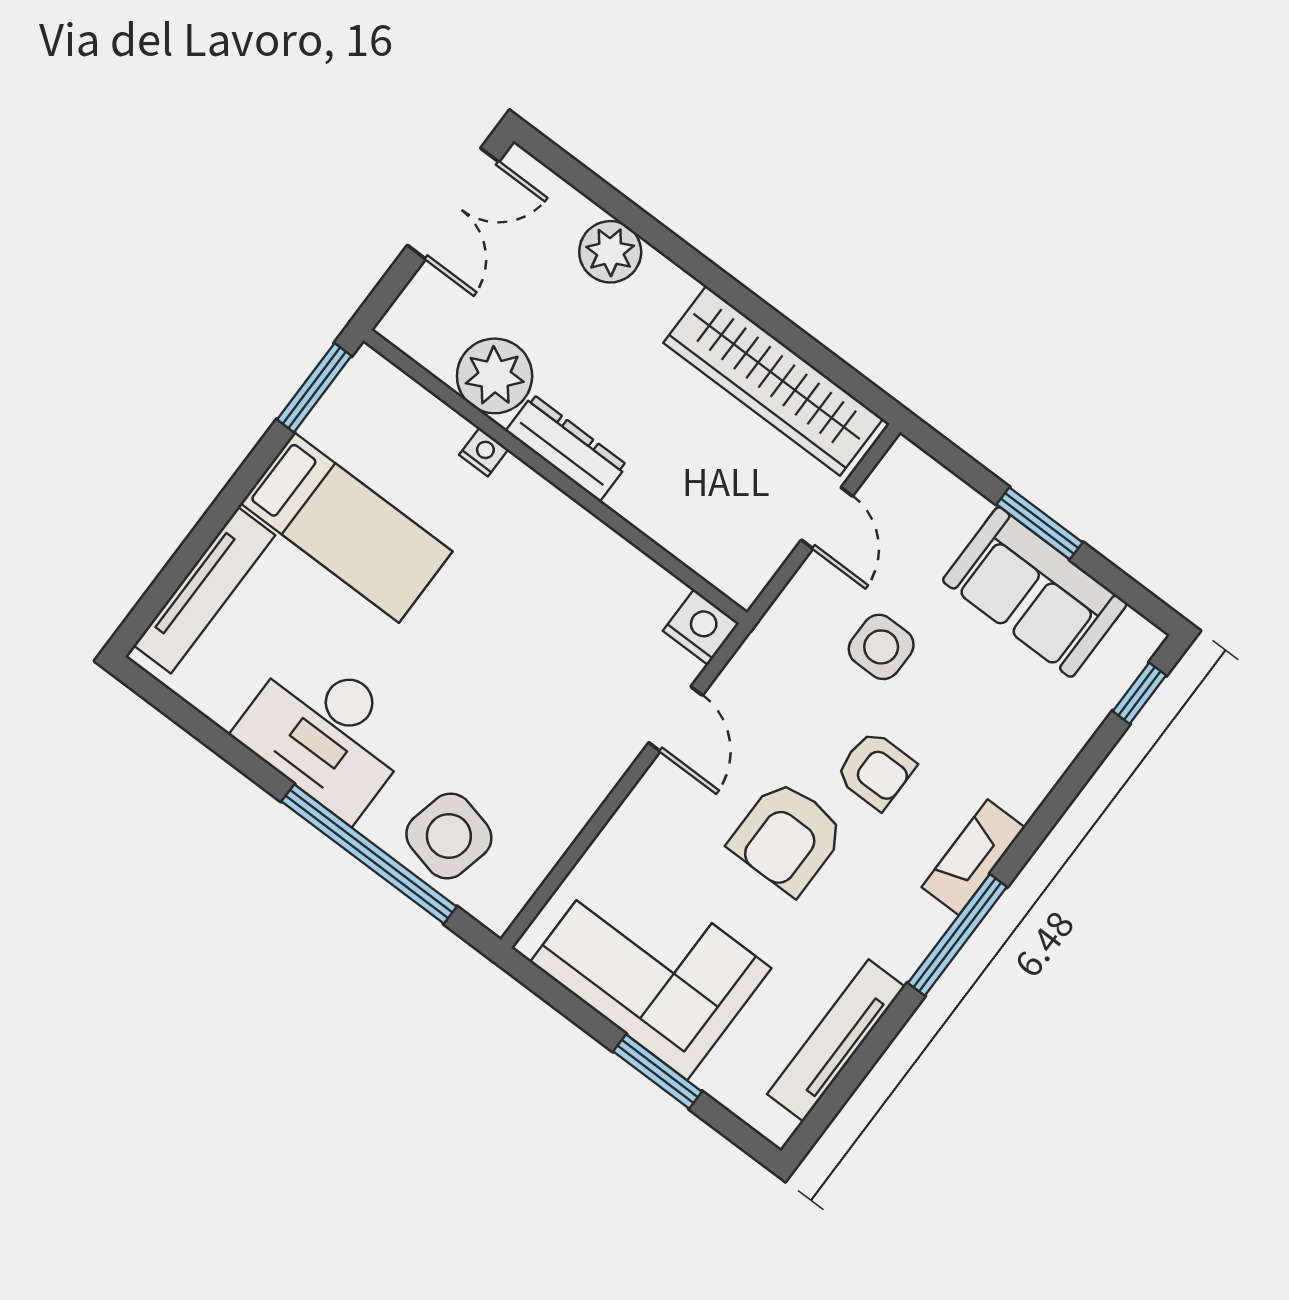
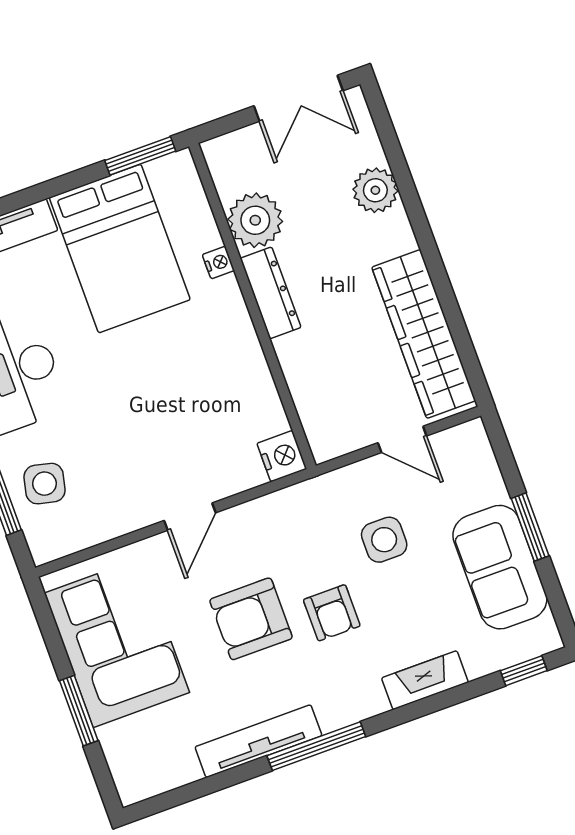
door: (827, 518) -> (402, 439), hinge flipped
bed: (346, 527) -> (120, 249), width x1.50
door: (676, 719) -> (190, 517), moved
side table: (449, 836) -> (45, 484), width x0.73, depth x0.73
fireplace: (973, 857) -> (425, 680), moved
tv unit: (836, 1040) -> (258, 741), moved

